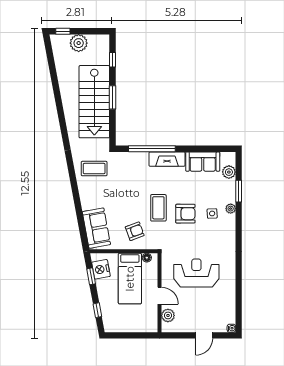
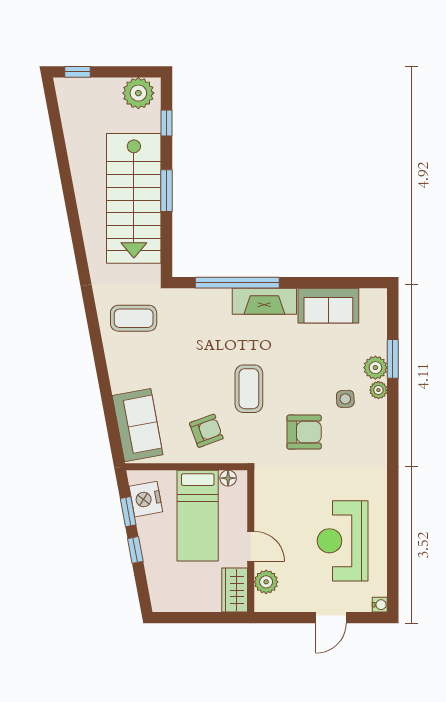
plant: (79, 43) -> (138, 93), moved
plant: (229, 172) -> (375, 368), moved
armchair: (185, 214) -> (304, 432), moved
reception desk: (196, 273) -> (343, 541), moved, turned -90
window: (97, 310) -> (135, 550), moved
wardrobe: (150, 320) -> (235, 590), added

